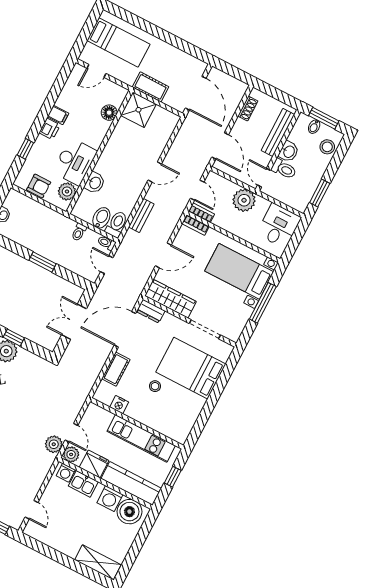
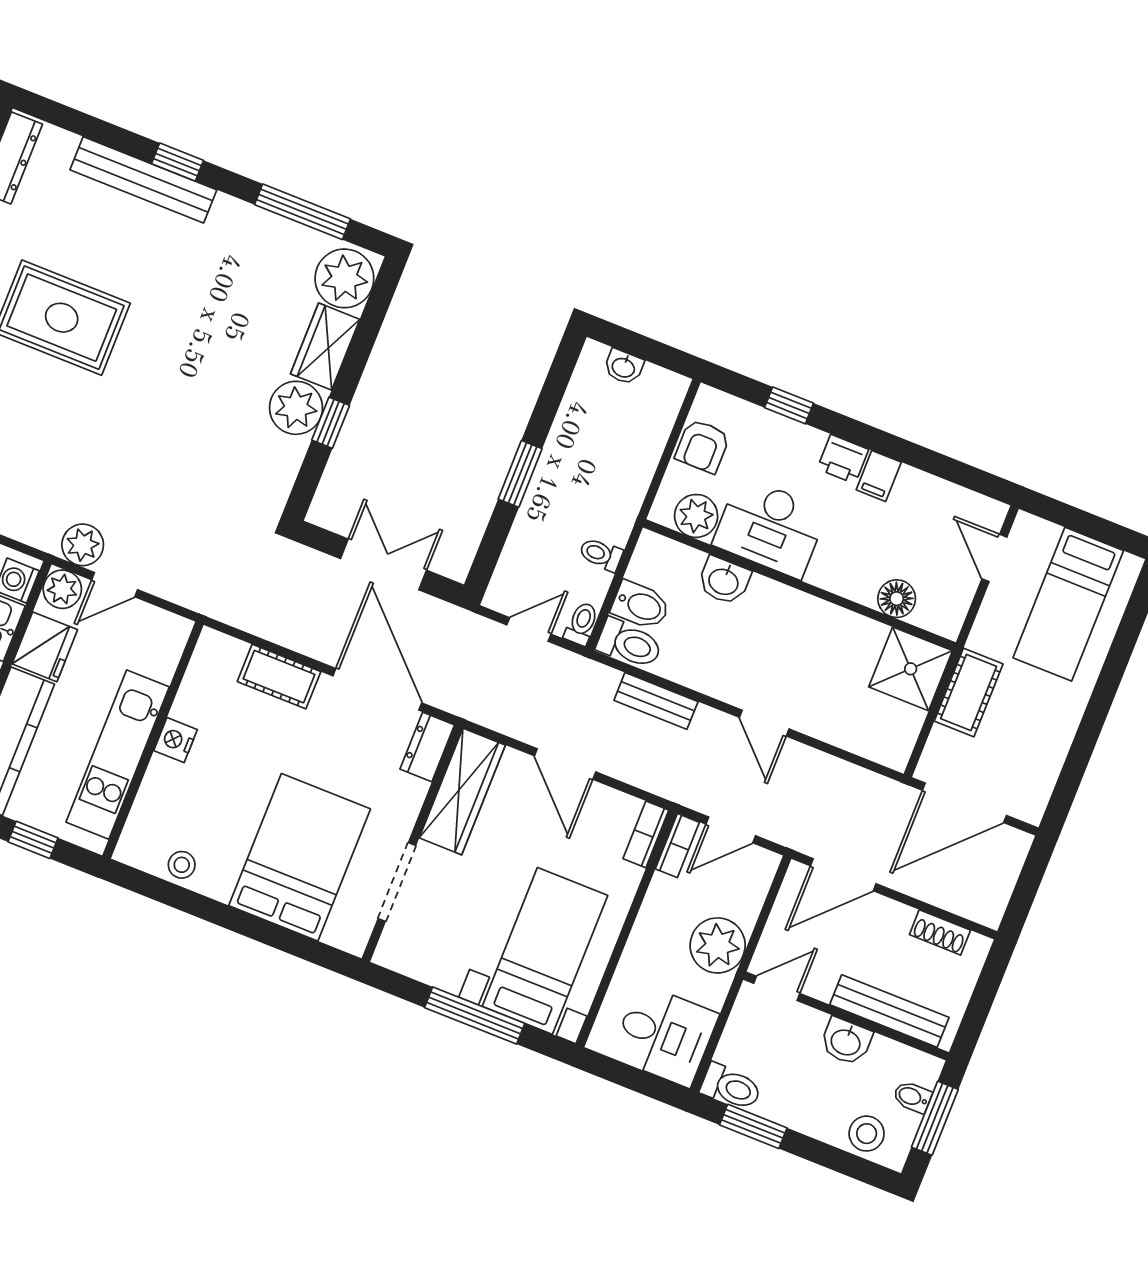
toilet: (284, 169) -> (731, 1087), moved, turned -90
stool: (155, 386) -> (182, 865), moved
nightstand: (119, 405) -> (176, 740), moved

